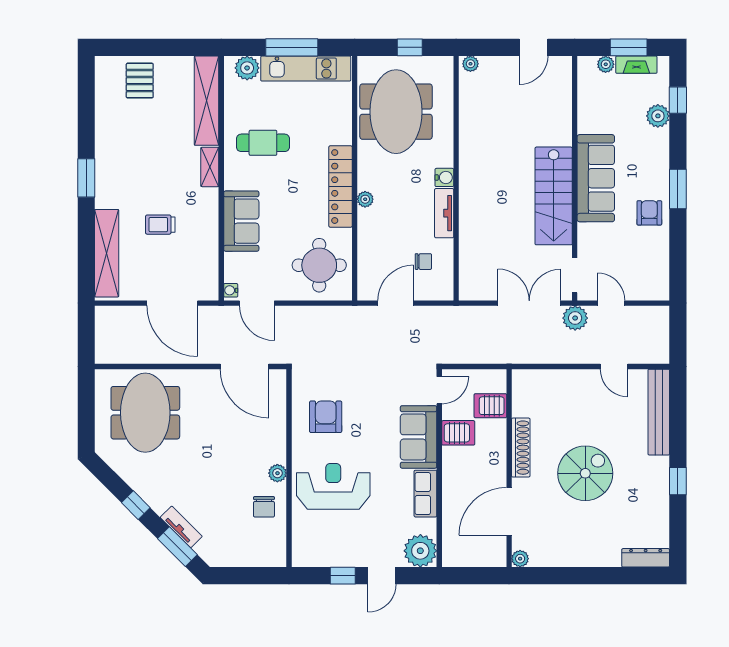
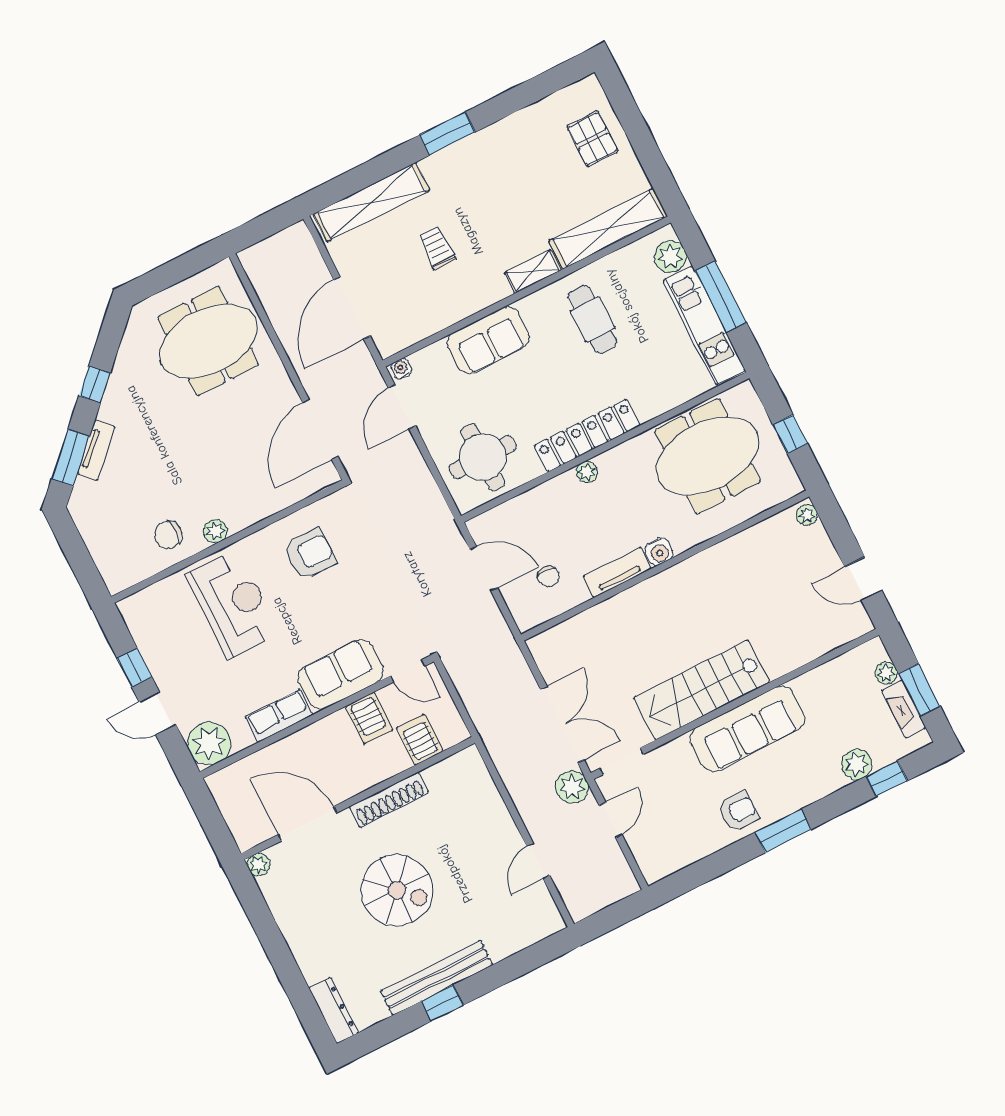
pallet: (140, 81) -> (592, 139), turned 90
bench: (659, 412) -> (436, 978), moved

